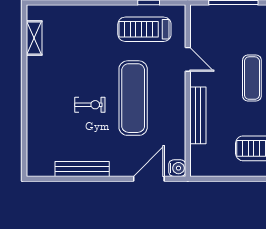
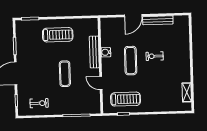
exercise mat: (133, 98) -> (131, 61), width x0.73, depth x0.69
water cooler: (177, 168) -> (106, 52), moved
door: (149, 179) -> (133, 16), moved

